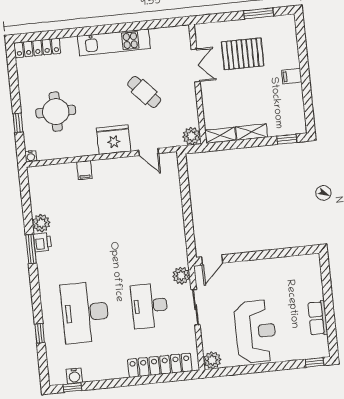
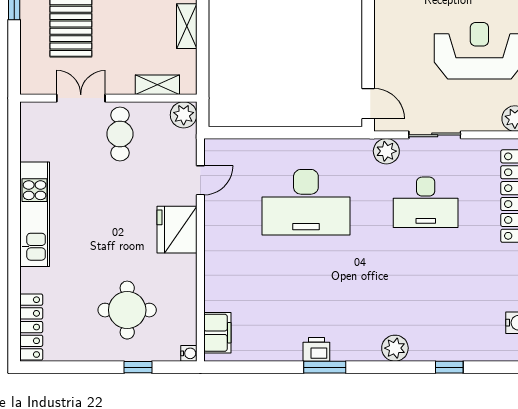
cafe table: (144, 92) -> (120, 134), moved, turned -48
shelving: (220, 135) -> (157, 85), moved, turned 90
filing cabinet: (84, 170) -> (217, 333), moved, width x2.00
plant: (41, 223) -> (395, 348), moved
desk: (85, 312) -> (306, 202), moved

